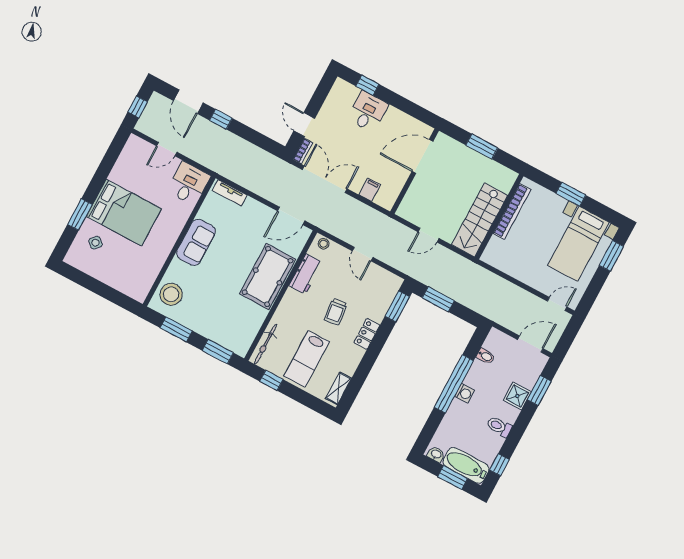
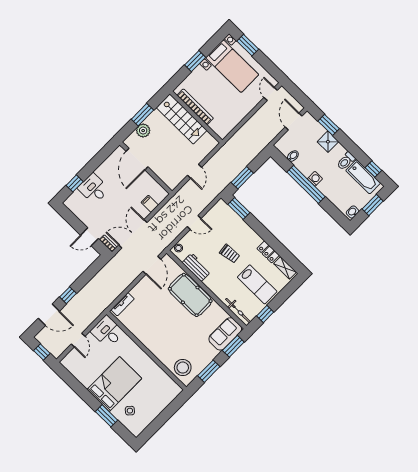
plant: (462, 153) -> (143, 131), added
stairs: (480, 220) -> (182, 119), moved
sofa: (196, 242) -> (225, 334), moved, turned -90
locker: (367, 334) -> (268, 252), moved
bathtub: (466, 465) -> (363, 177), moved, turned -90

